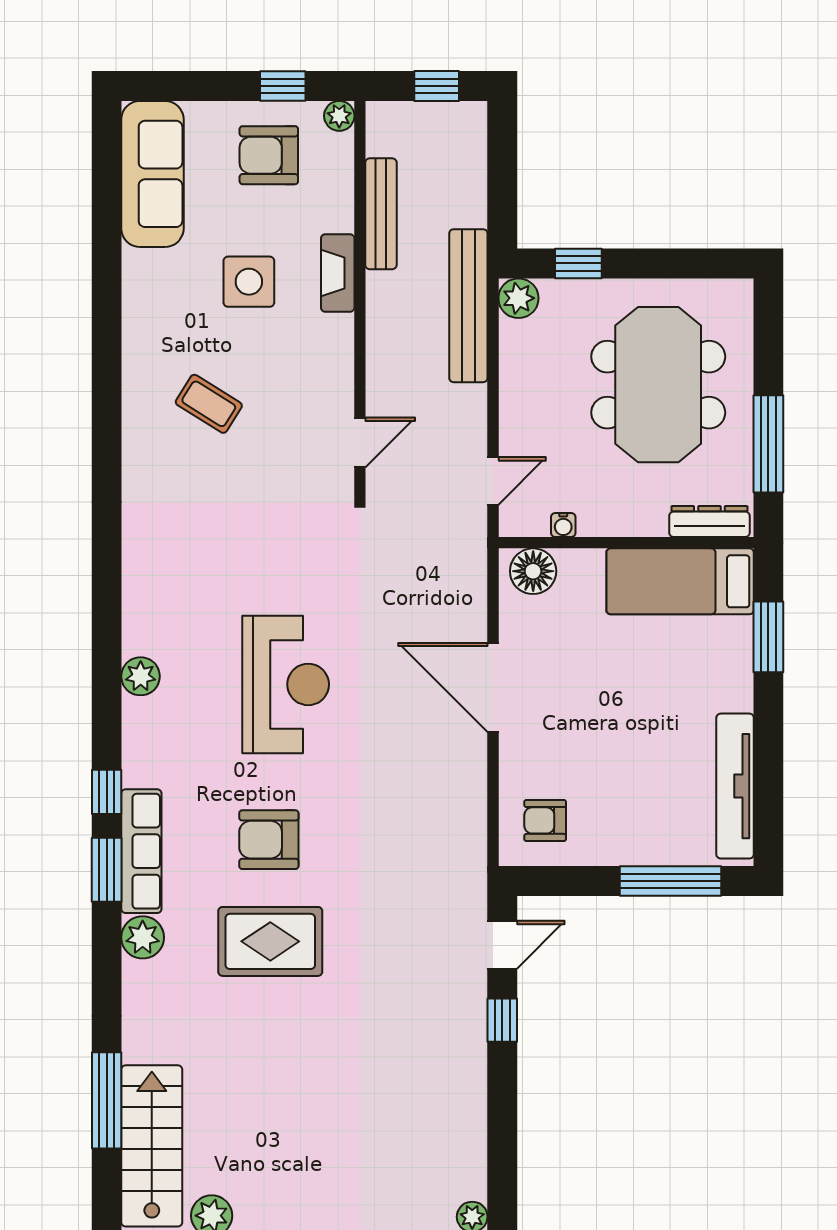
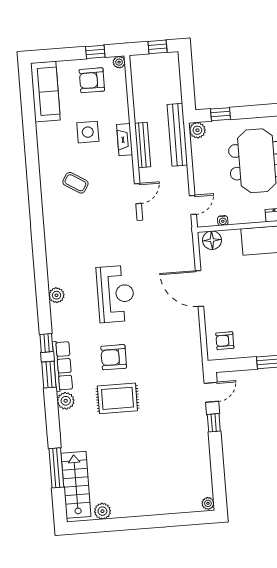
bench: (381, 214) -> (143, 145), moved
fireplace: (338, 273) -> (125, 140), moved

